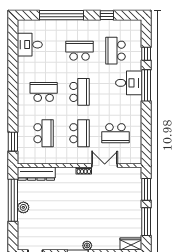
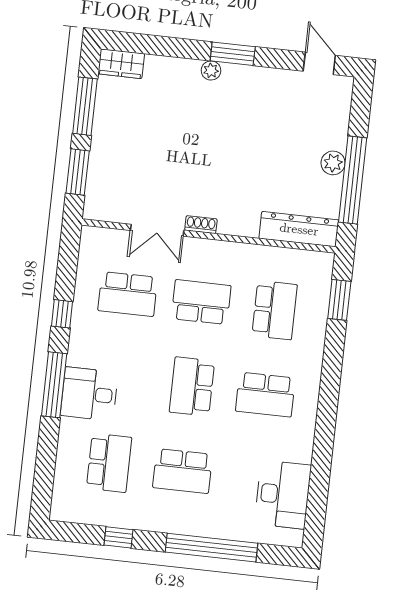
desk: (30, 45) -> (283, 495), width x1.37
window: (146, 54) -> (62, 314), moved
school desk: (44, 133) -> (275, 310), turned 180
school desk: (80, 133) -> (201, 302), turned 90
school desk: (115, 133) -> (128, 294), turned 180

